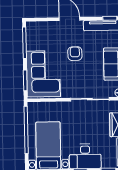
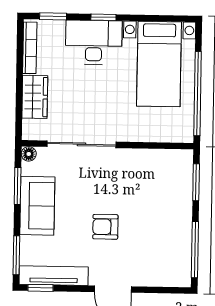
armchair: (75, 54) -> (105, 227), turned 90
corner sofa: (43, 74) -> (163, 193), removed

